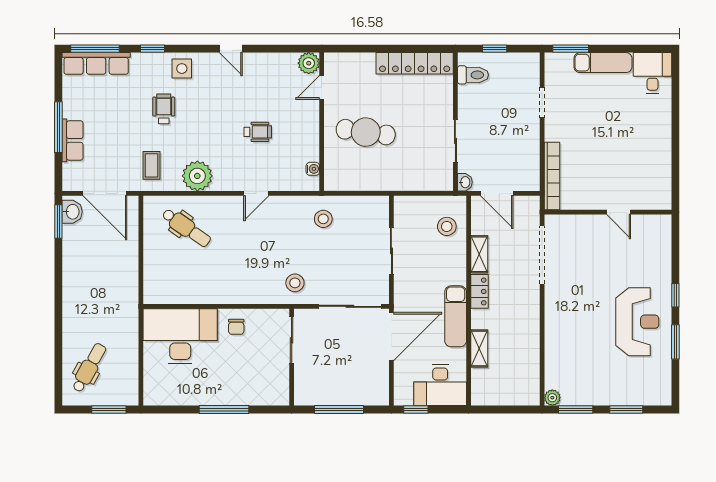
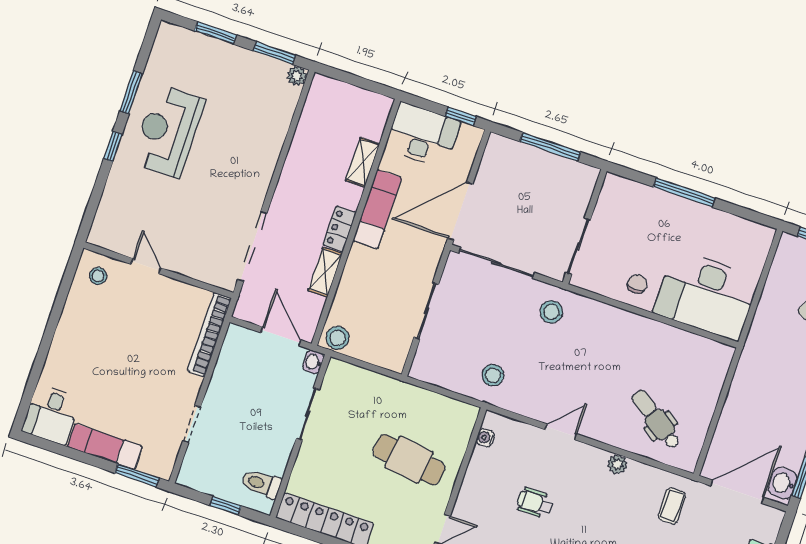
plant: (197, 176) -> (617, 464), width x0.53, depth x0.53
stool: (653, 192) -> (98, 276), added
door: (105, 193) -> (737, 492), hinge flipped
stool: (447, 226) -> (338, 338), moved

